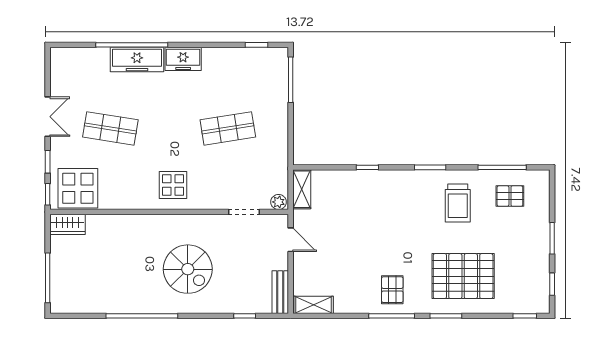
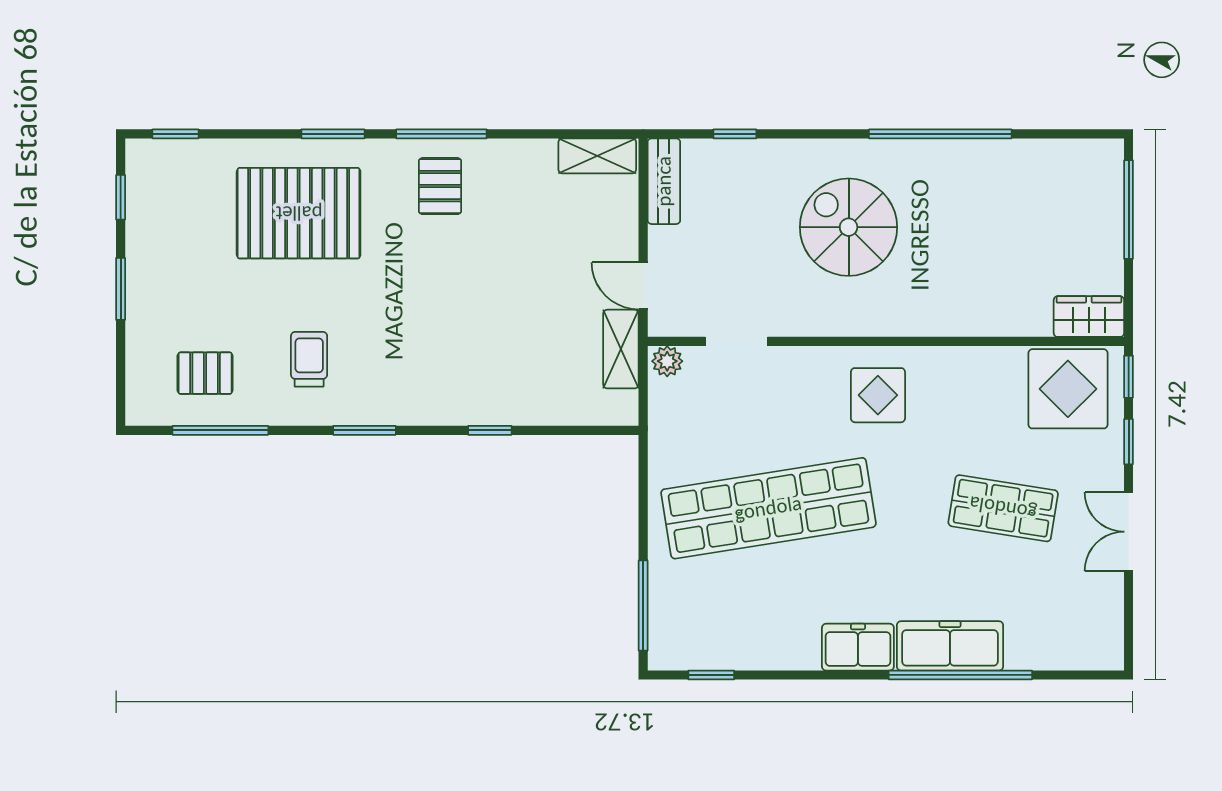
shop shelf: (228, 128) -> (768, 508), width x2.00, depth x1.36
shelving: (302, 189) -> (621, 349), moved
trolley: (458, 203) -> (309, 359), width x0.73, depth x0.72

